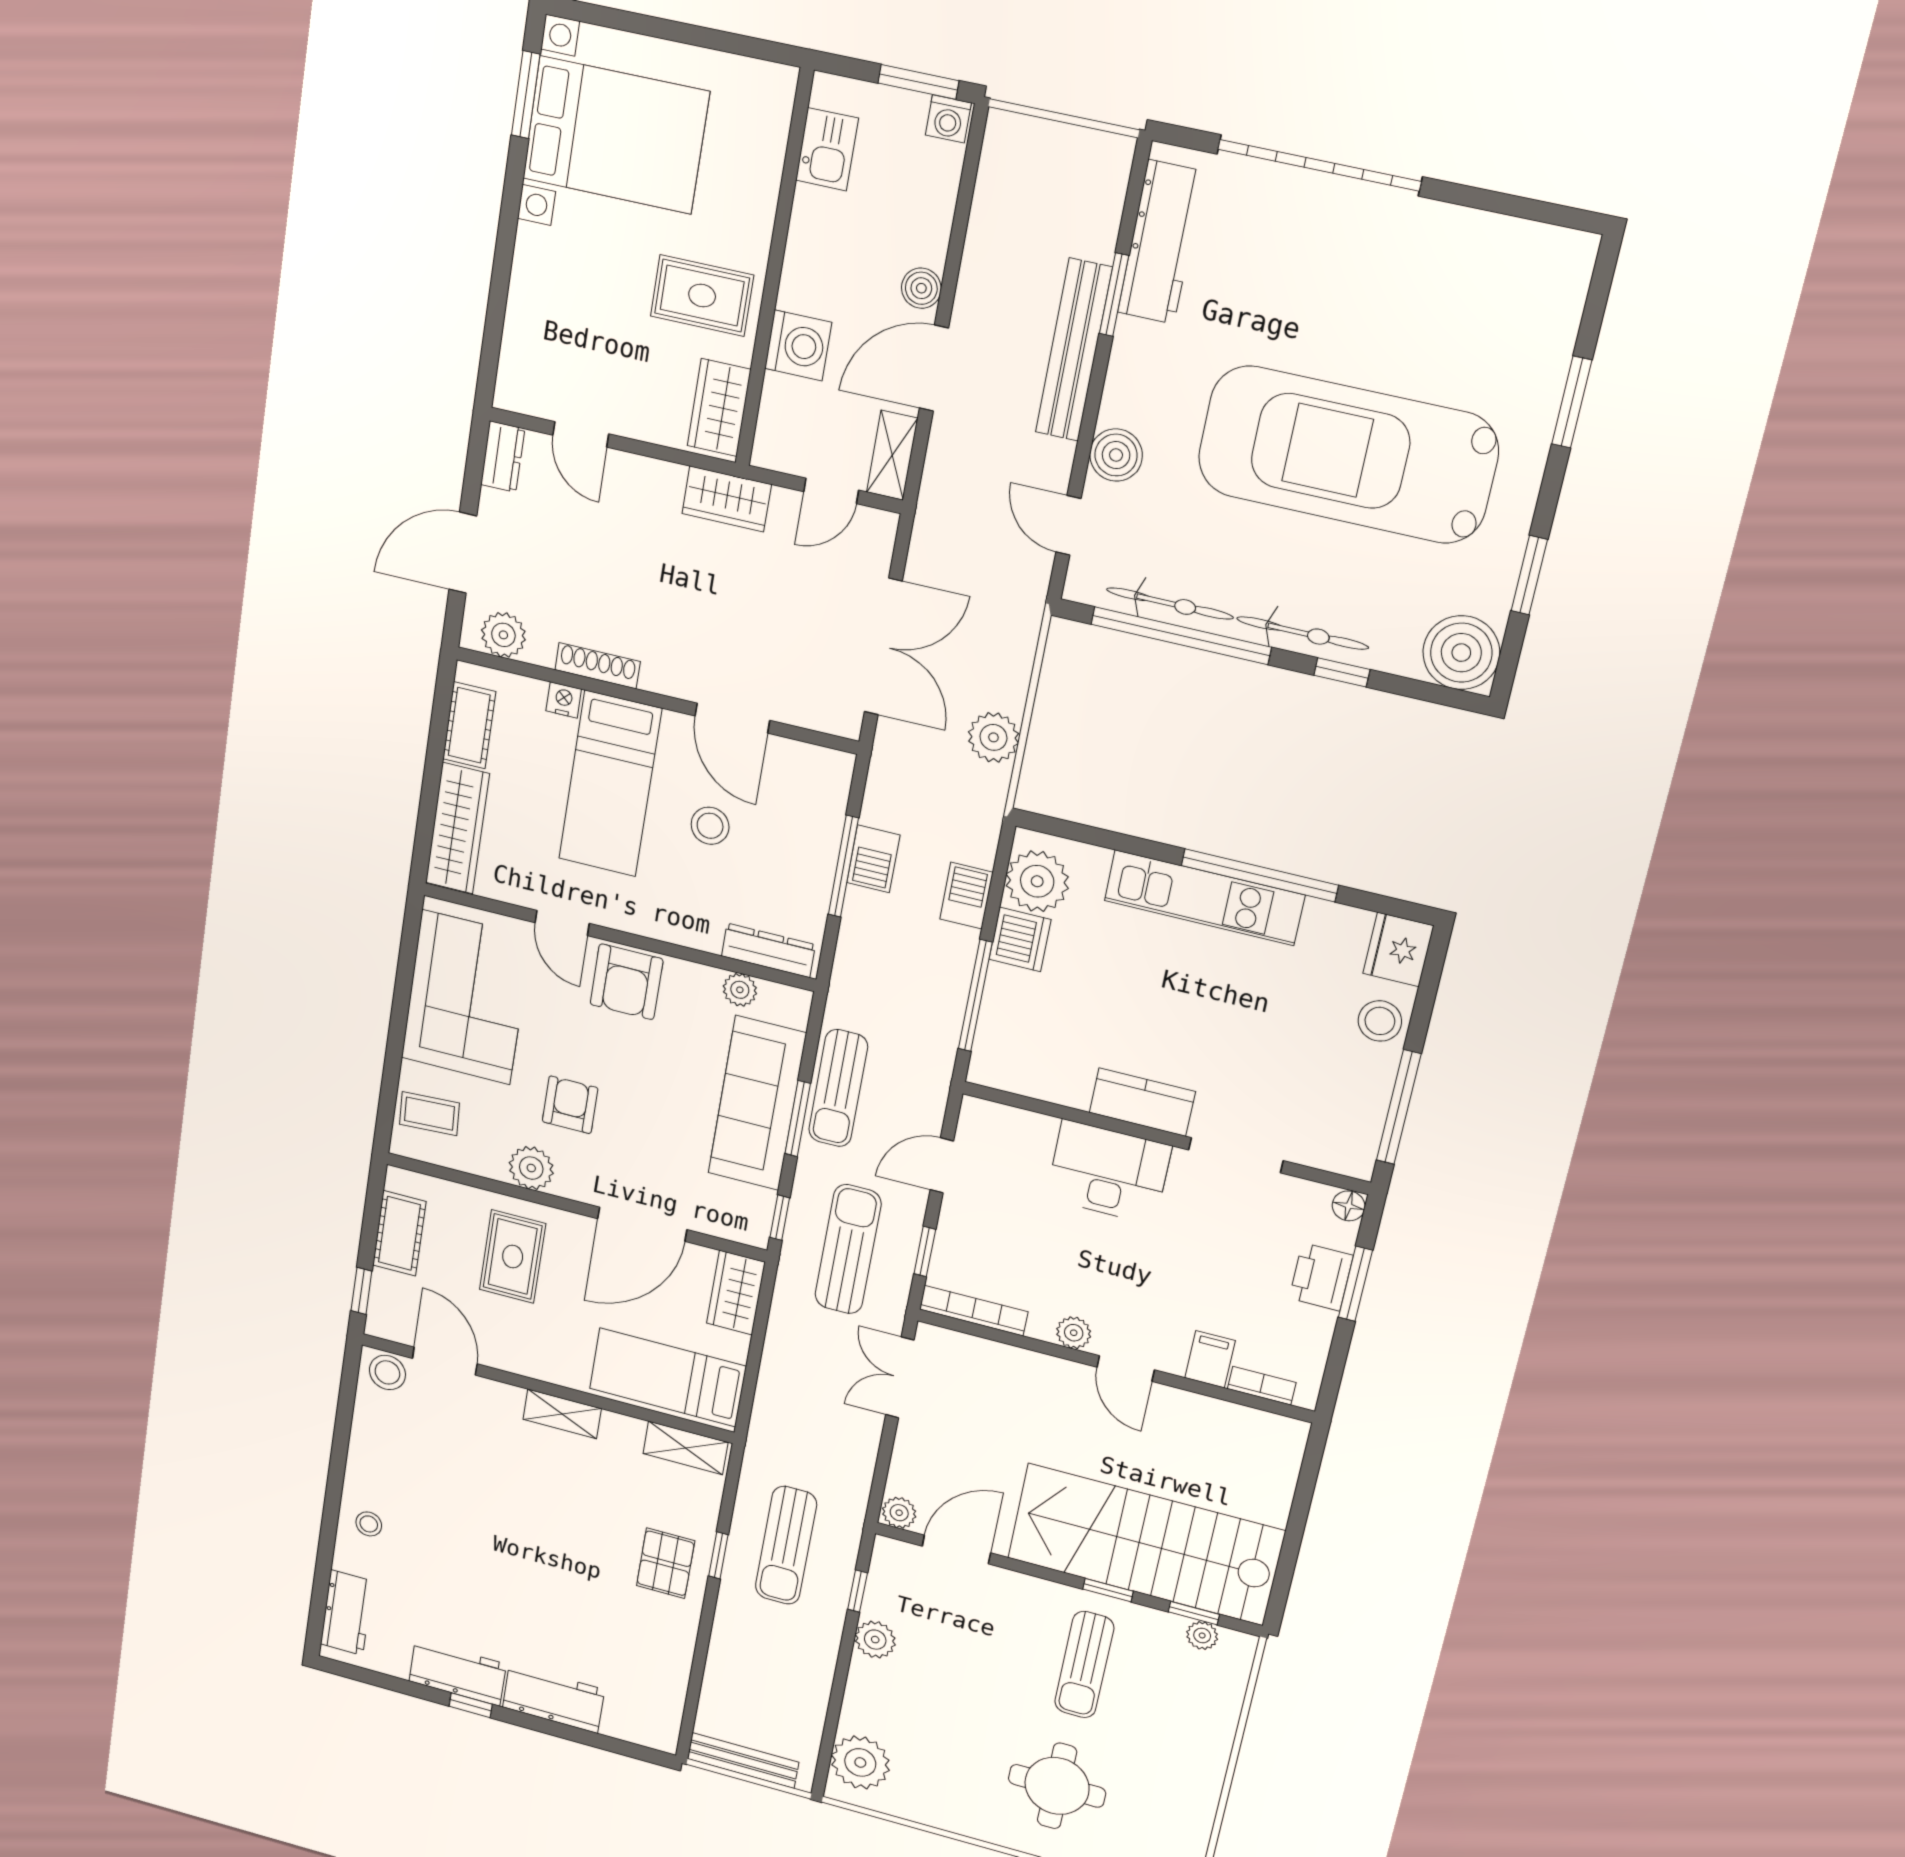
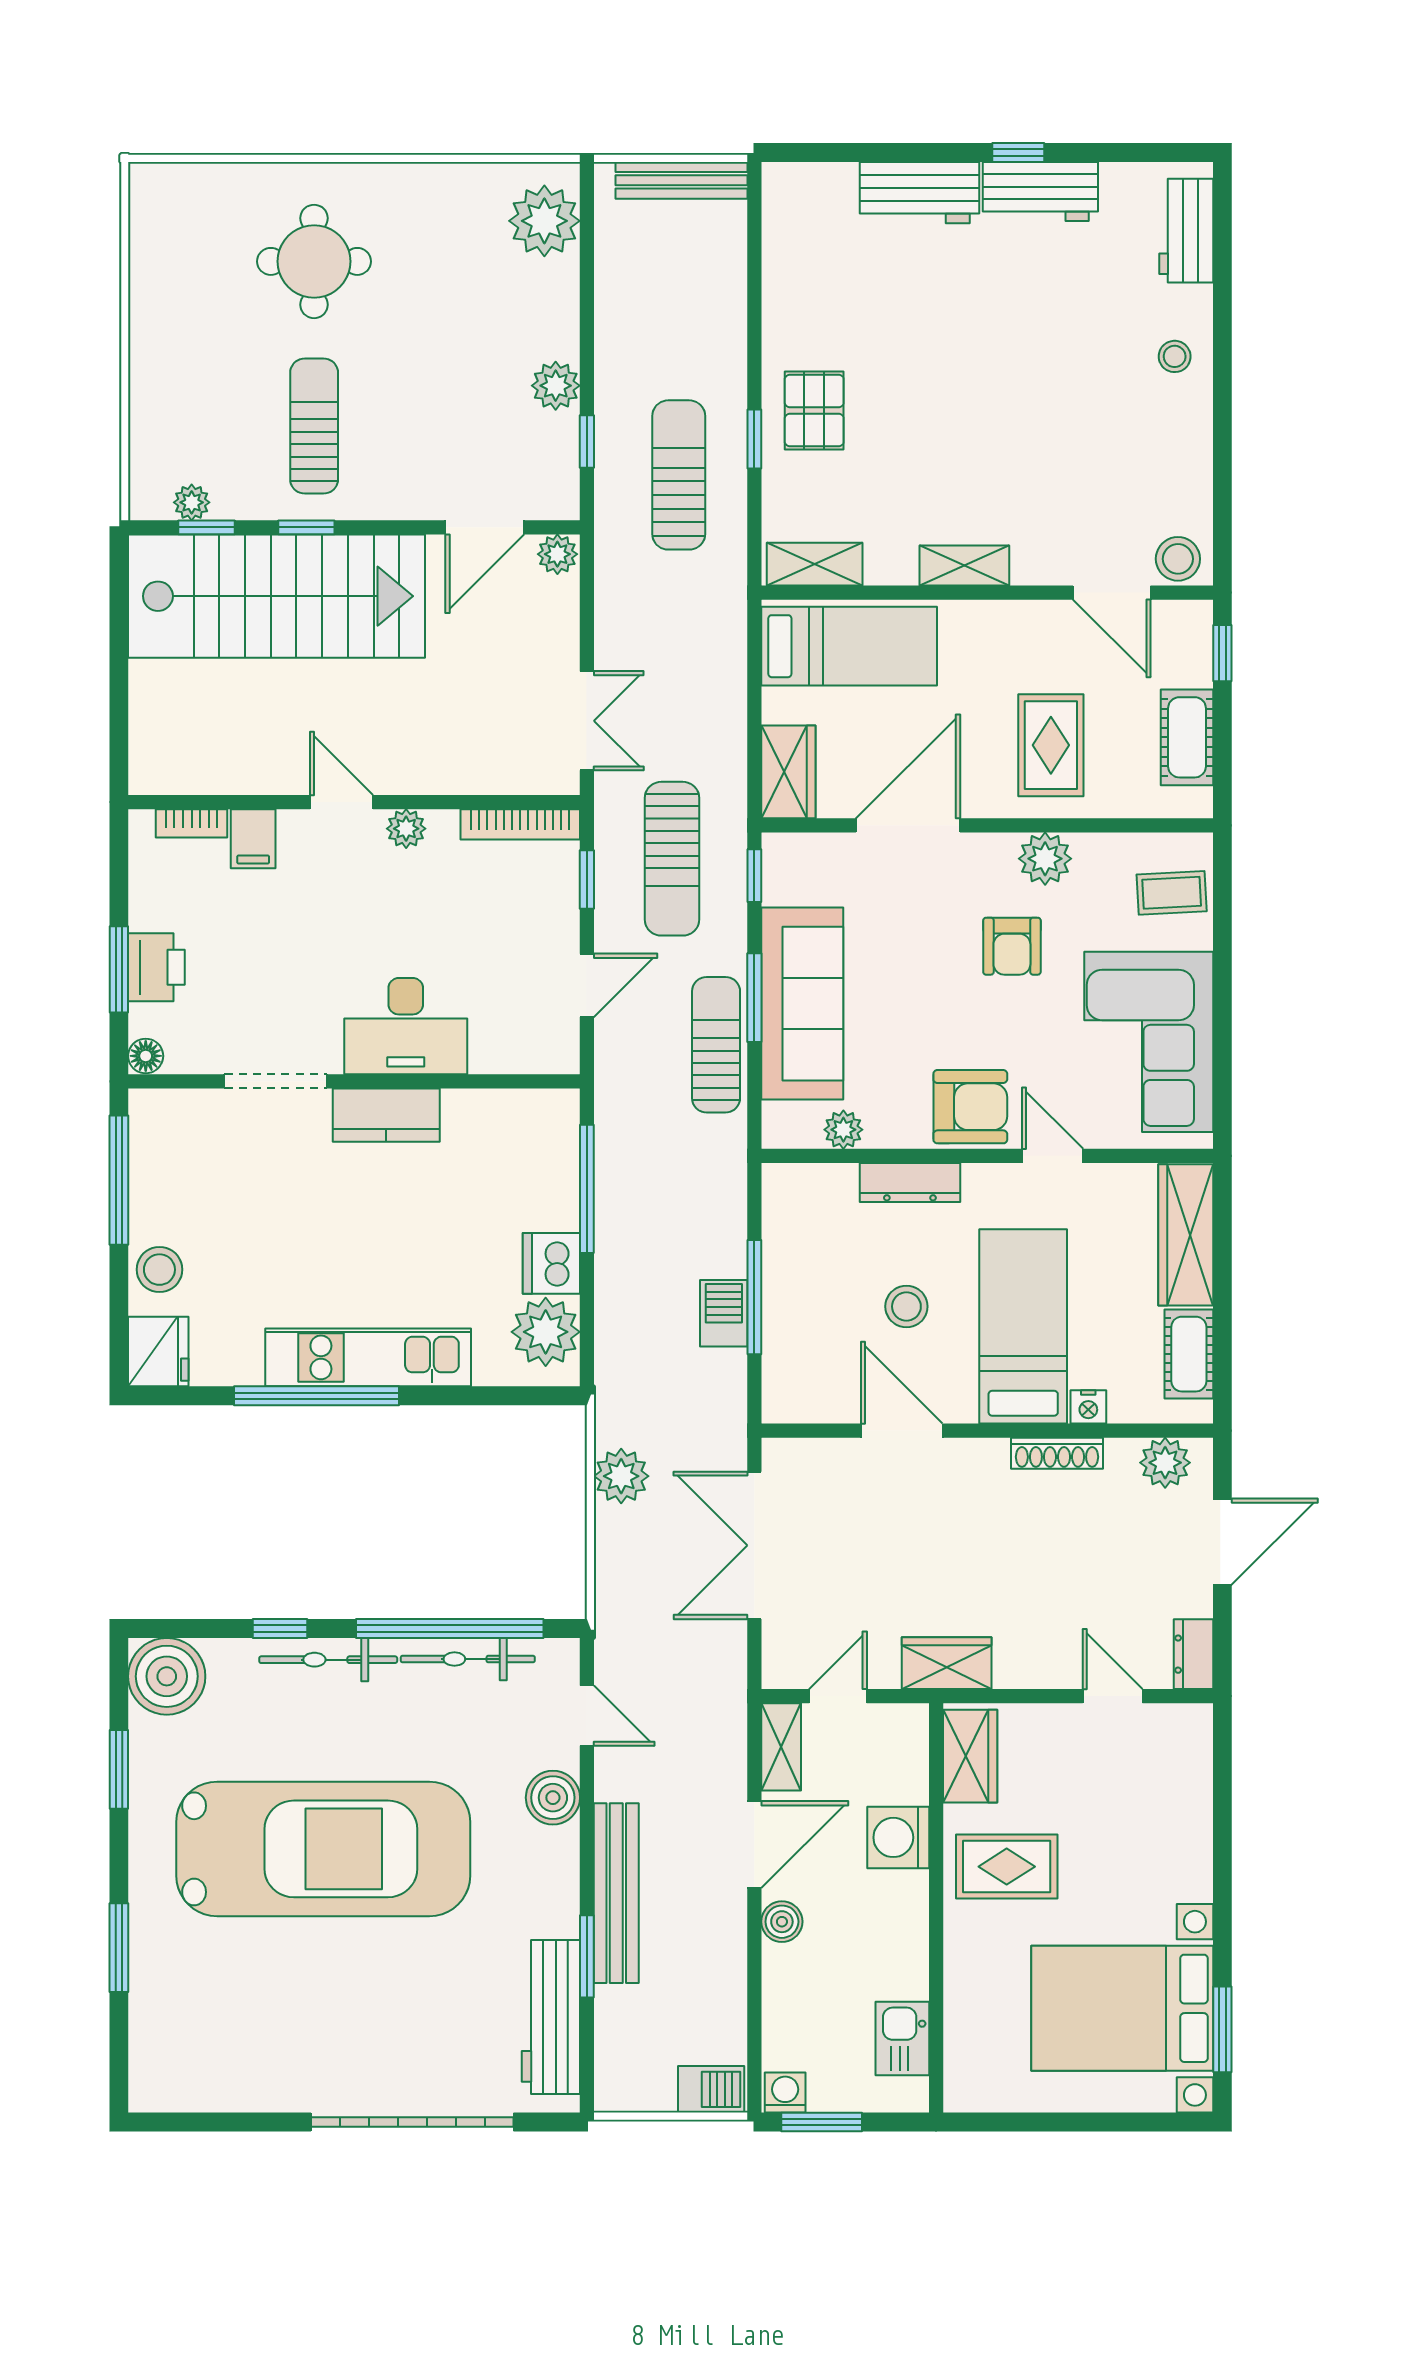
barbecue: (966, 896) -> (711, 2089), moved, turned -90
dresser: (768, 950) -> (910, 1183), moved
armchair: (627, 982) -> (970, 1107), turned 90

